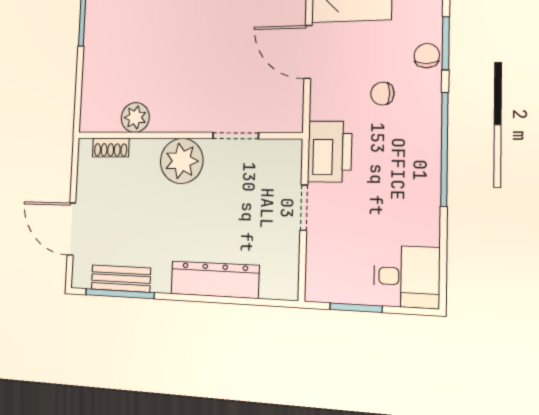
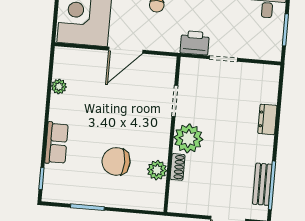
chair: (145, 56) -> (116, 161), added
shoe rack: (111, 147) -> (177, 167), moved
printer: (330, 152) -> (195, 43), width x0.73, depth x0.84
dresser: (215, 280) -> (267, 119), width x0.51, depth x0.80

